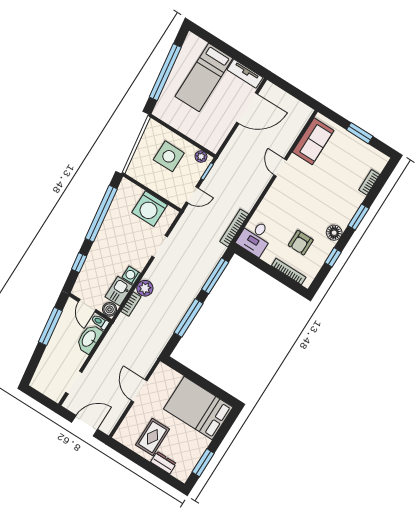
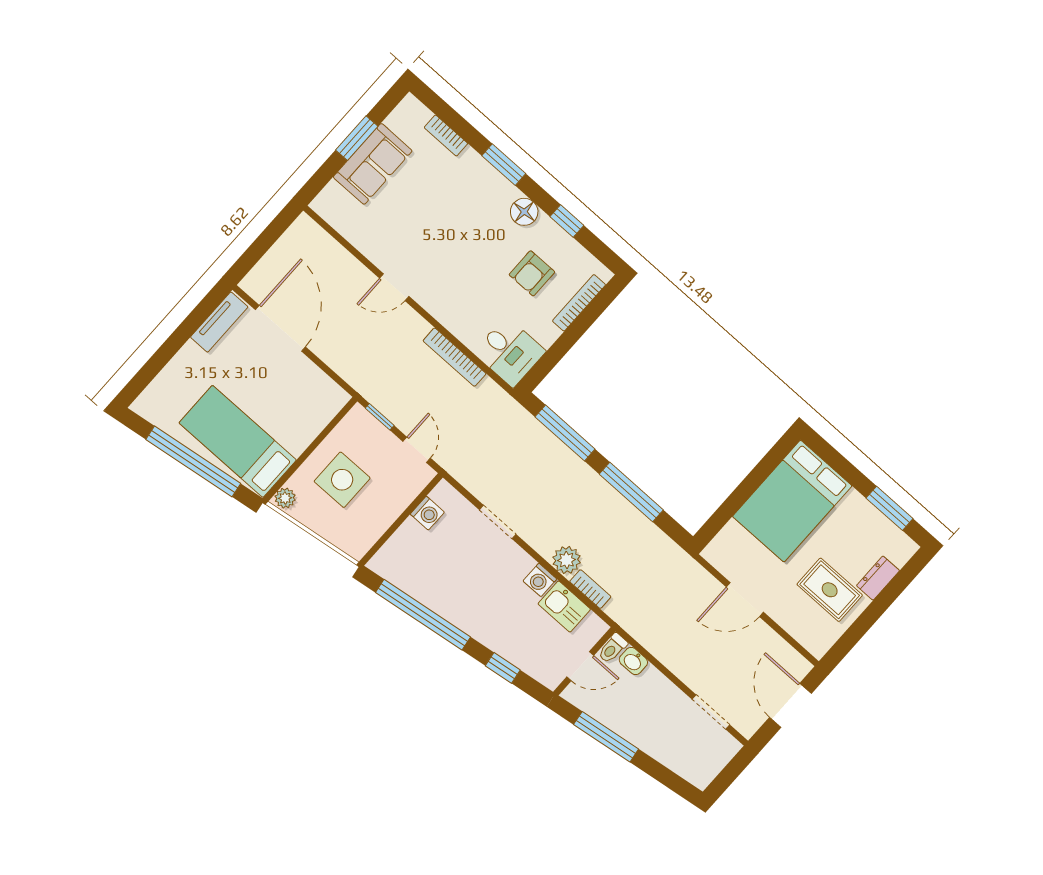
bed: (204, 77) -> (238, 441), moved, turned 180
sofa: (313, 141) -> (373, 164), moved, turned 90
plant: (201, 157) -> (285, 498), moved
washing machine: (150, 209) -> (427, 513), width x0.53, depth x0.53
bookcase: (234, 228) -> (455, 357), moved
armchair: (301, 243) -> (532, 273), turned 90
boiler: (110, 309) -> (593, 628), removed
washbasin: (89, 339) -> (633, 661), width x0.52, depth x0.69

